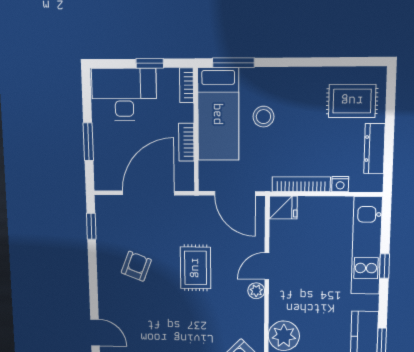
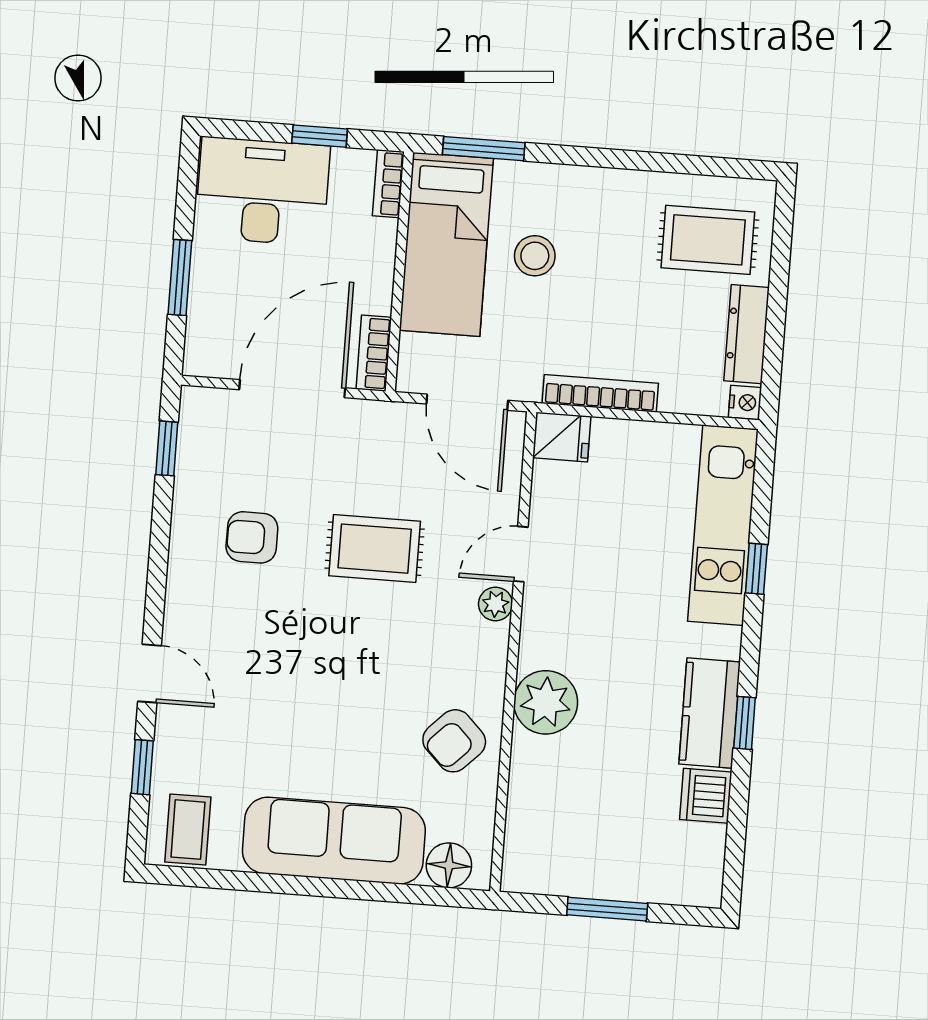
bookcase: (186, 142) -> (374, 353), moved
nightstand: (340, 184) -> (745, 402), moved, turned -90
armchair: (136, 266) -> (252, 537), turned -111
rug: (196, 268) -> (375, 549), turned 90

